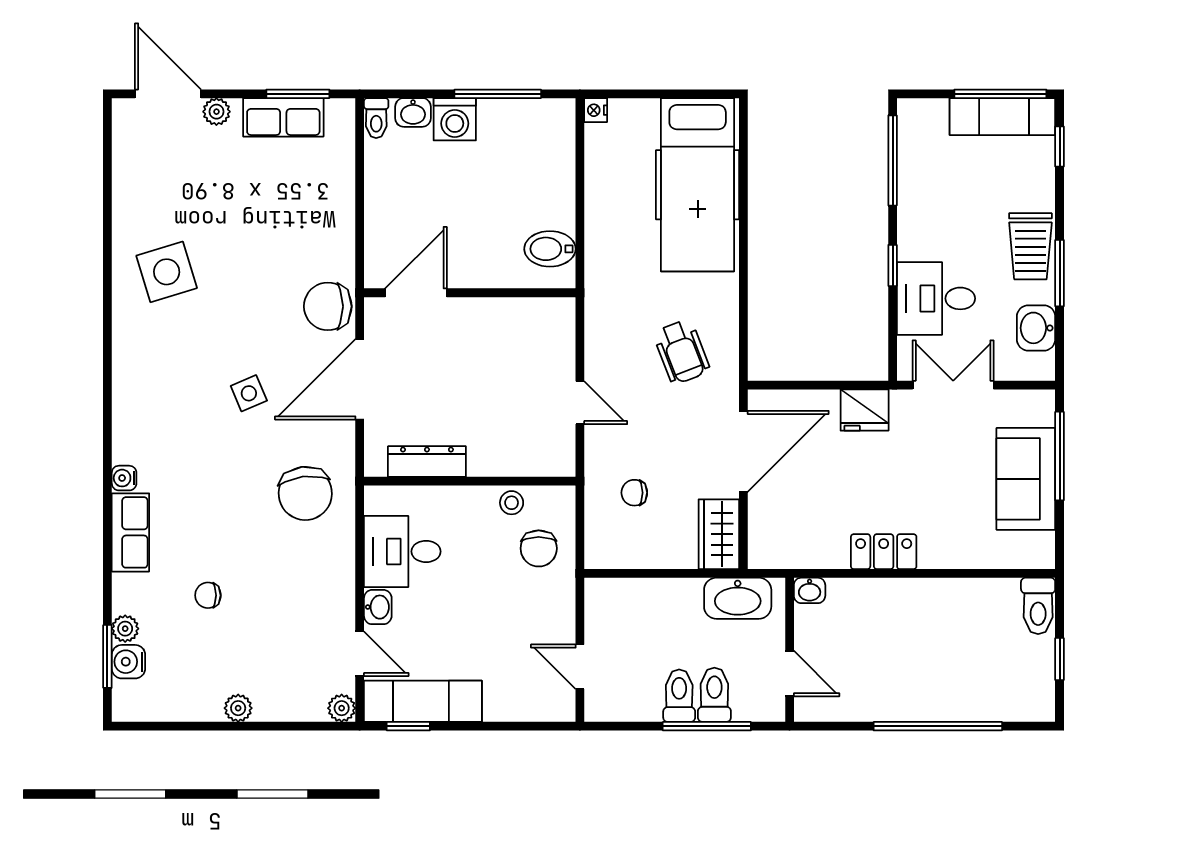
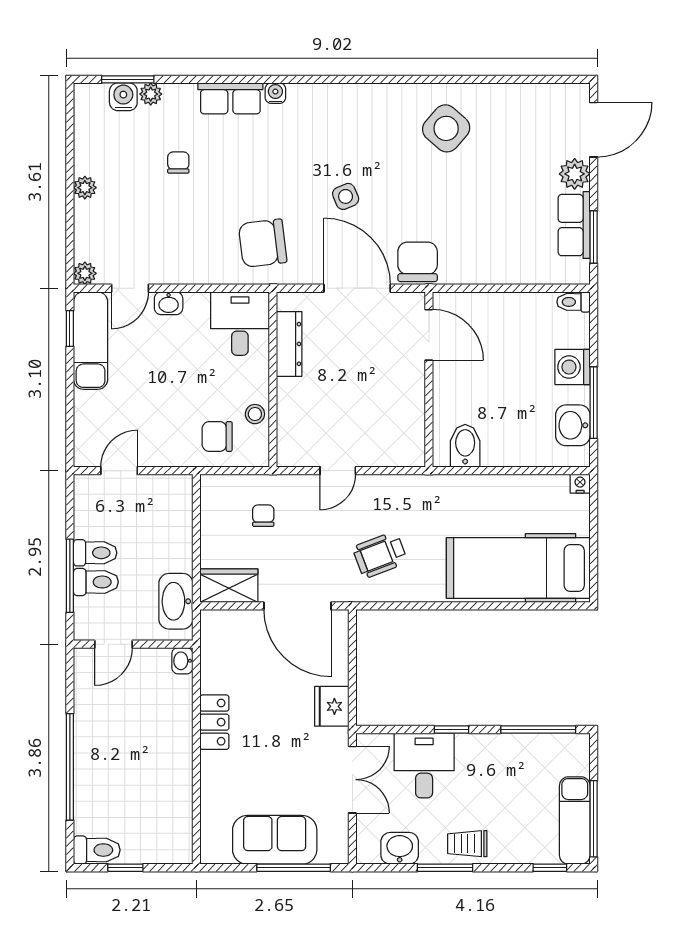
plant: (216, 112) -> (575, 174), width x1.38, depth x1.38
washbasin: (413, 112) -> (573, 425), moved, width x1.38, depth x1.45
trolley: (1030, 246) -> (467, 844), width x0.73, depth x0.72
side table: (167, 272) -> (446, 128), turned -32
desk: (402, 551) -> (240, 324), moved
toilet: (1038, 606) -> (97, 850), moved, turned 180

